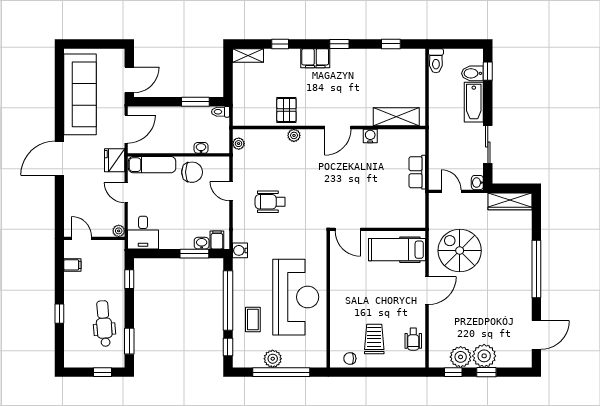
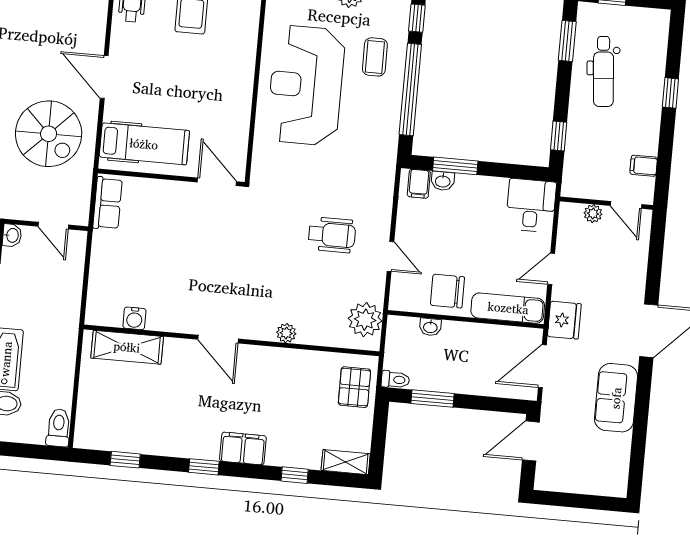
sofa: (80, 94) -> (616, 398), width x0.54, depth x0.79
pallet: (286, 110) -> (354, 387), moved
door: (338, 128) -> (218, 339), swing flipped
water cooler: (370, 136) -> (134, 318), moved
plant: (239, 144) -> (365, 320), width x1.88, depth x1.88
row of seats: (417, 172) -> (108, 203), moved
door: (126, 193) -> (551, 269), swing flipped
plant: (119, 231) -> (593, 214), moved
water cooler: (240, 250) -> (385, 165), removed
door: (427, 291) -> (104, 77), hinge flipped

